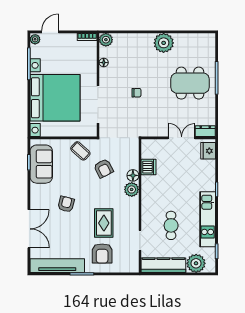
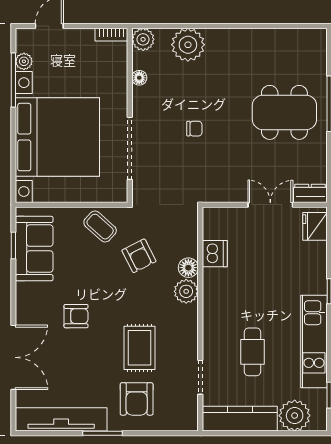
plant: (35, 39) -> (24, 61), moved
plant: (164, 43) -> (188, 45), moved
armchair: (66, 204) -> (76, 316), turned 76

